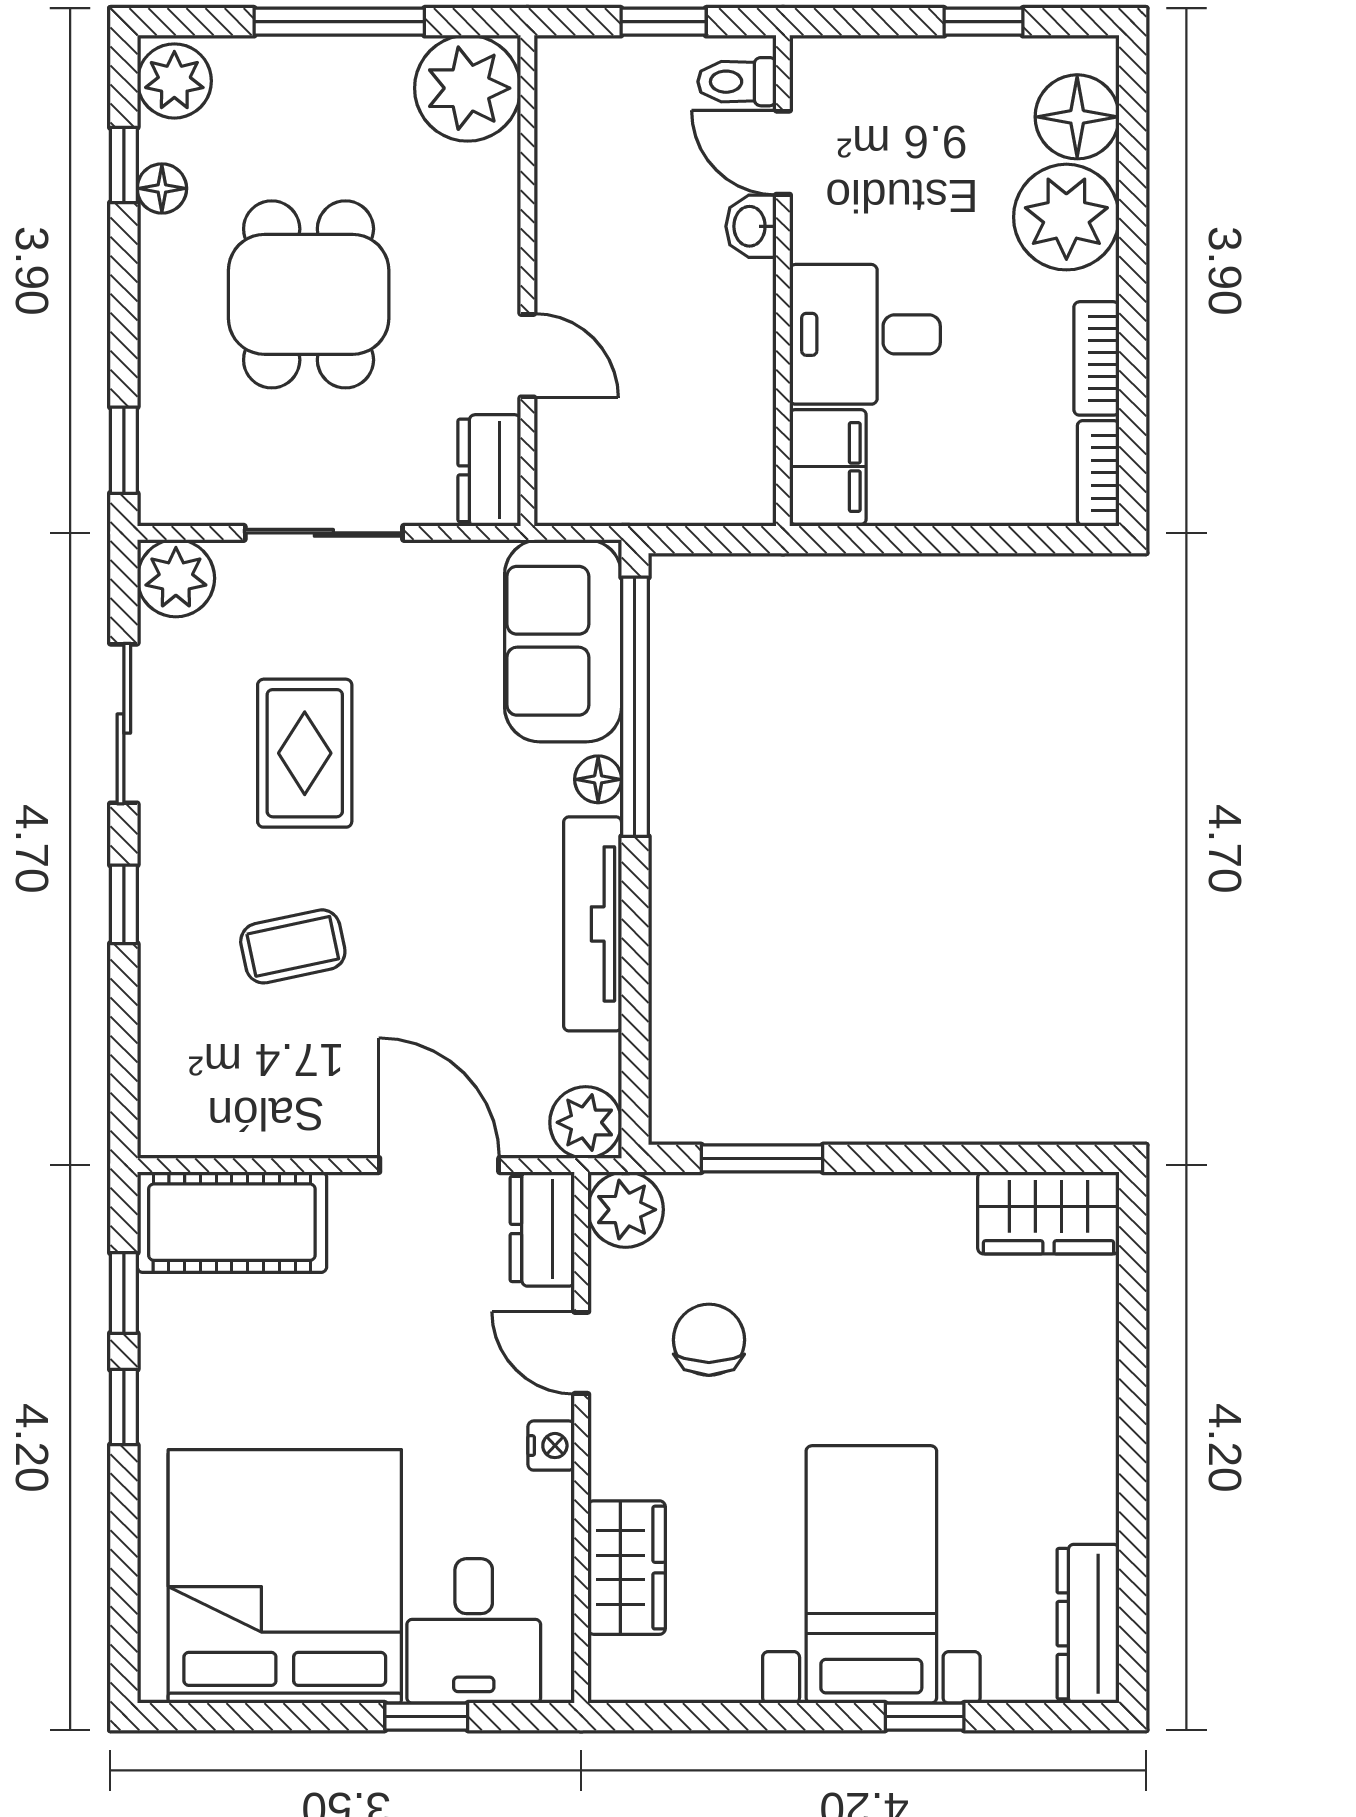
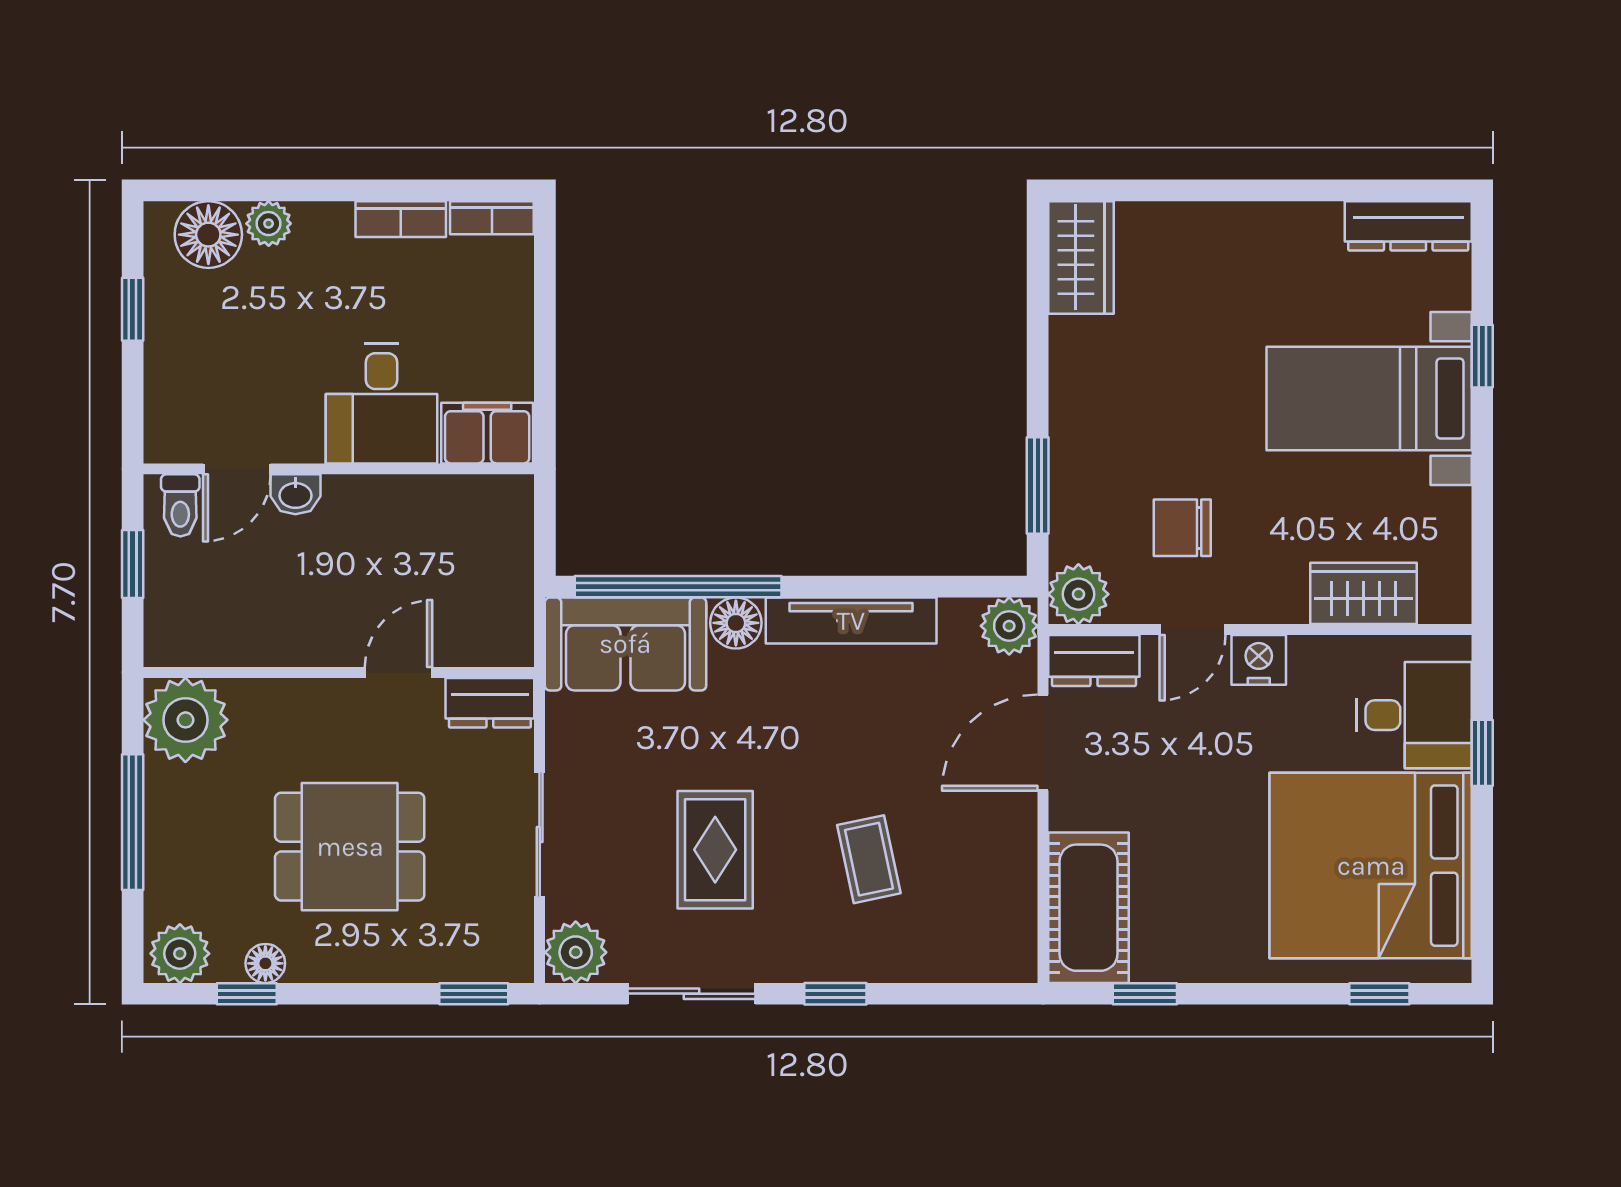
plant: (1066, 217) -> (269, 224), width x0.53, depth x0.53
rug: (305, 753) -> (715, 850), turned 90
floor lamp: (598, 779) -> (736, 623), width x1.37, depth x1.37
window: (124, 1407) -> (1379, 994), moved
nightstand: (551, 1446) -> (1259, 660), width x1.39, depth x1.35

